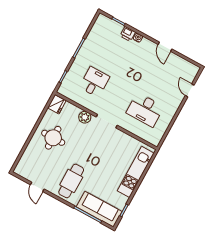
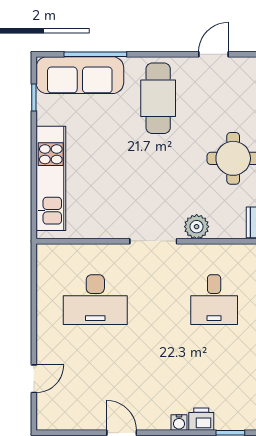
door: (190, 90) -> (34, 379), hinge flipped
desk: (145, 110) -> (95, 300), turned 180
door: (37, 187) -> (214, 54), hinge flipped

